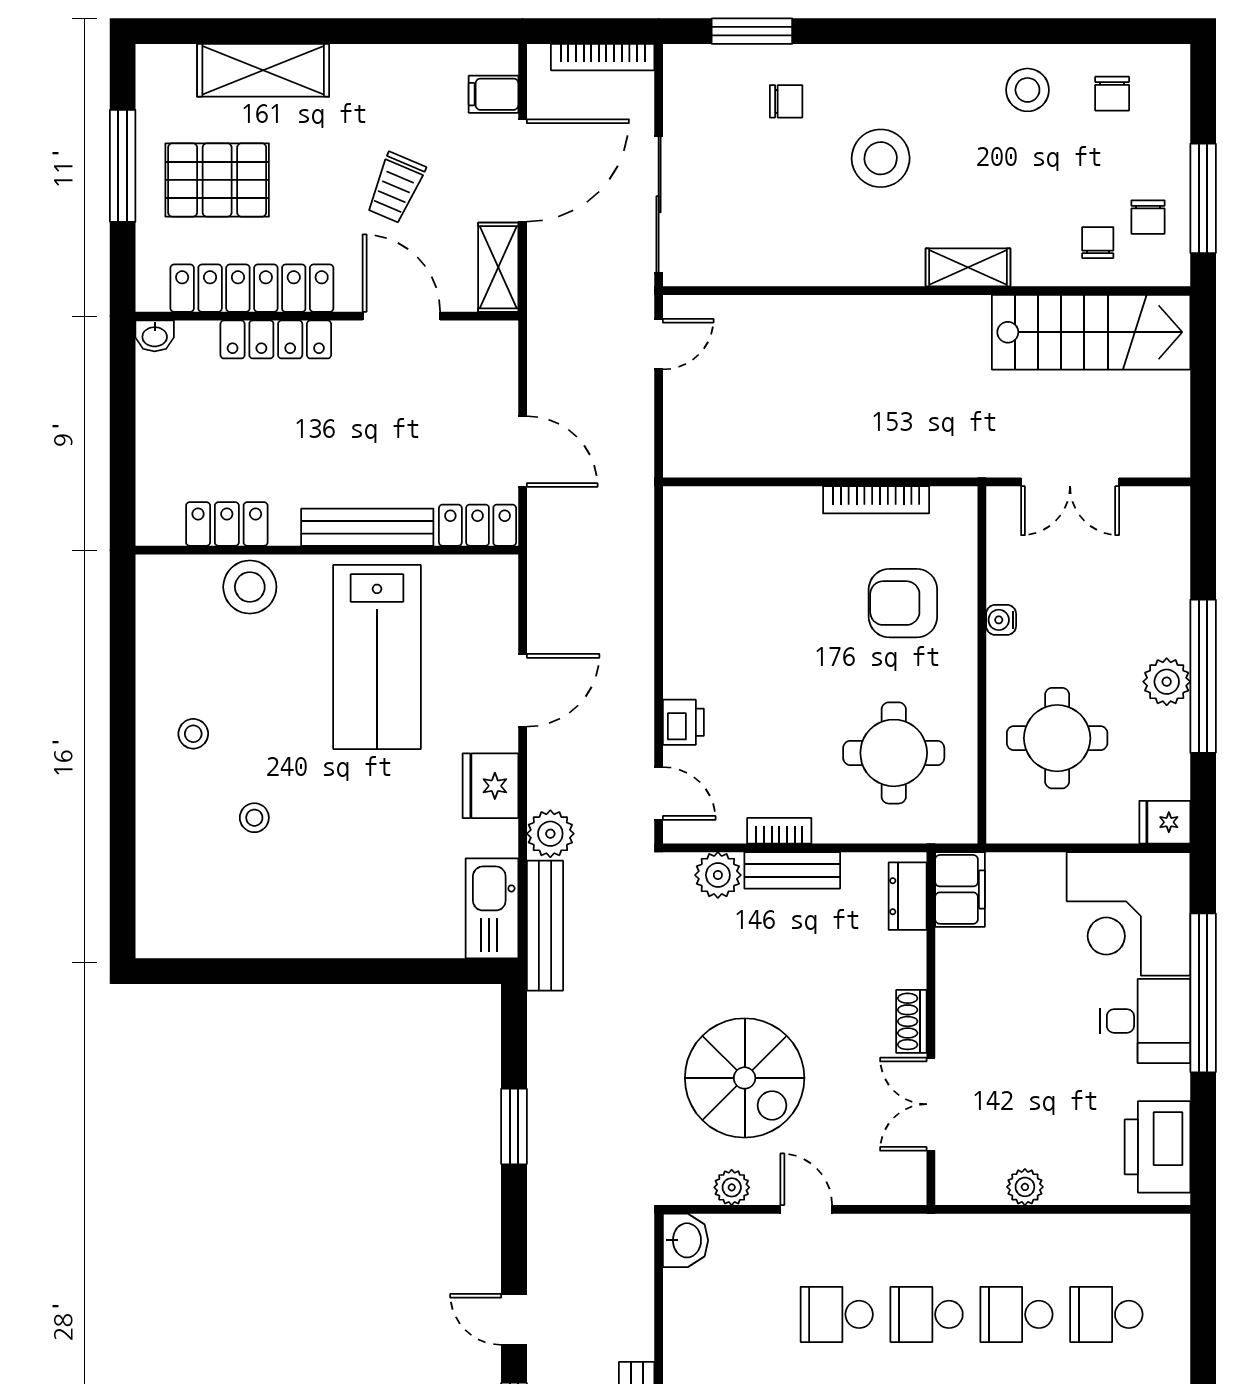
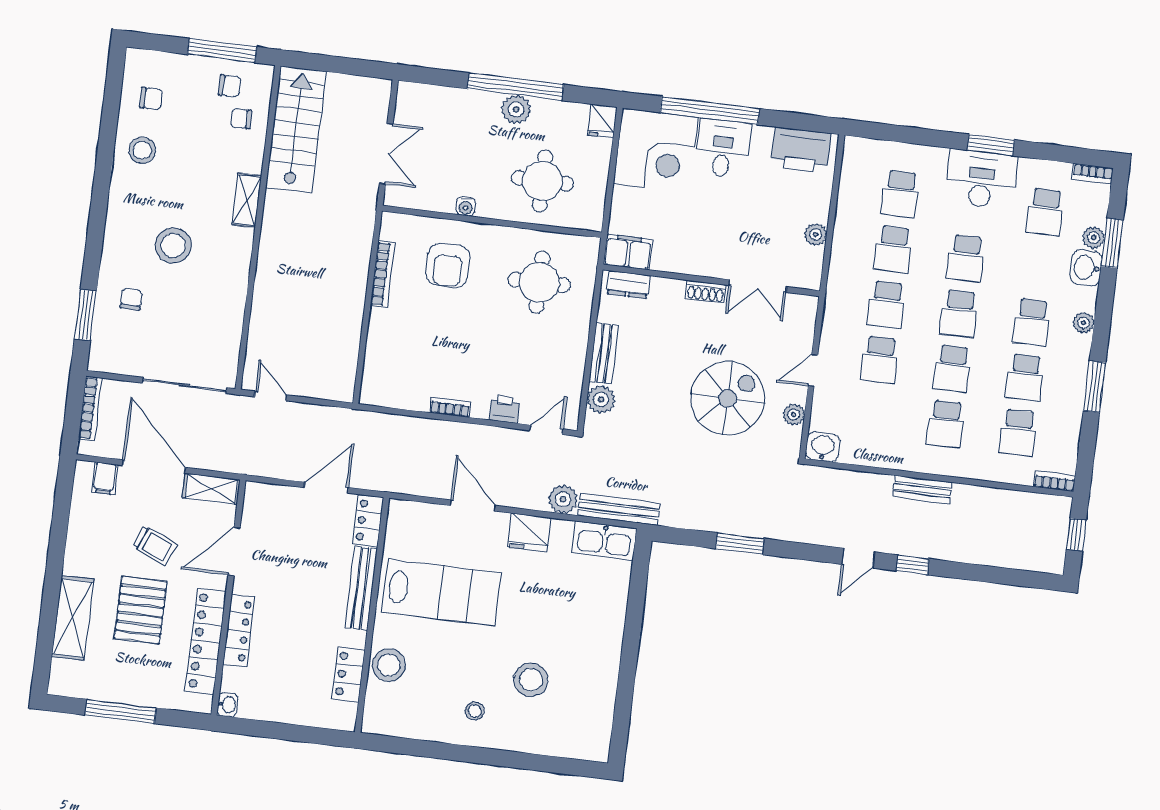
pallet: (217, 180) -> (141, 610), moved
stool: (254, 818) -> (531, 680), width x1.89, depth x1.89
bookcase: (779, 831) -> (450, 407), moved, turned 90

